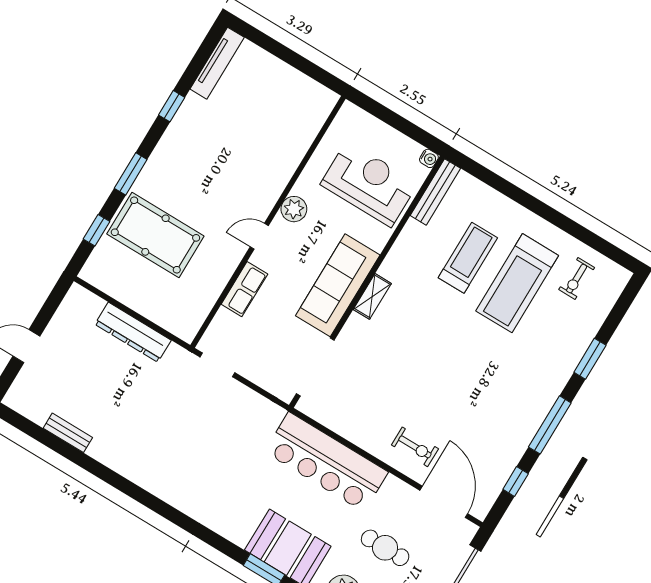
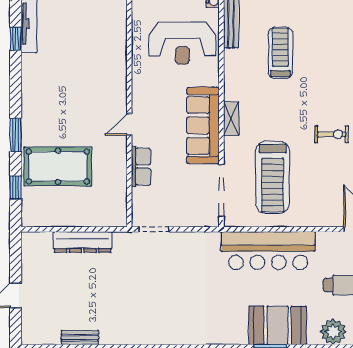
window: (172, 106) -> (16, 39), moved
reception desk: (369, 184) -> (182, 43), turned 180
plant: (294, 209) -> (142, 91), removed
treadmill: (517, 283) -> (273, 177), moved
exercise bike: (415, 447) -> (332, 134), moved

